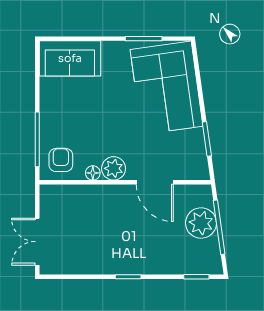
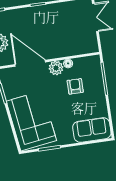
armchair: (61, 160) -> (75, 86), moved, turned 180
door: (155, 182) -> (30, 63), width x1.36

